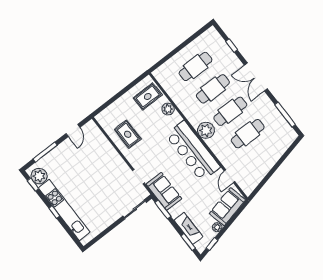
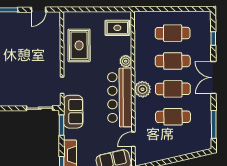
plant: (168, 109) -> (126, 61), moved
rug: (128, 134) -> (79, 45), width x1.36, depth x1.43

